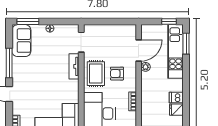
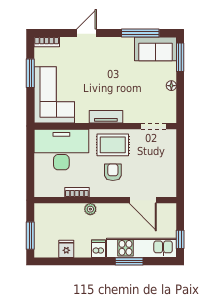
window: (186, 44) -> (129, 261), moved
window: (9, 63) -> (140, 33), moved
tv unit: (74, 66) -> (106, 117), moved
plant: (146, 67) -> (90, 209), moved
dishwasher: (176, 98) -> (98, 249), moved

